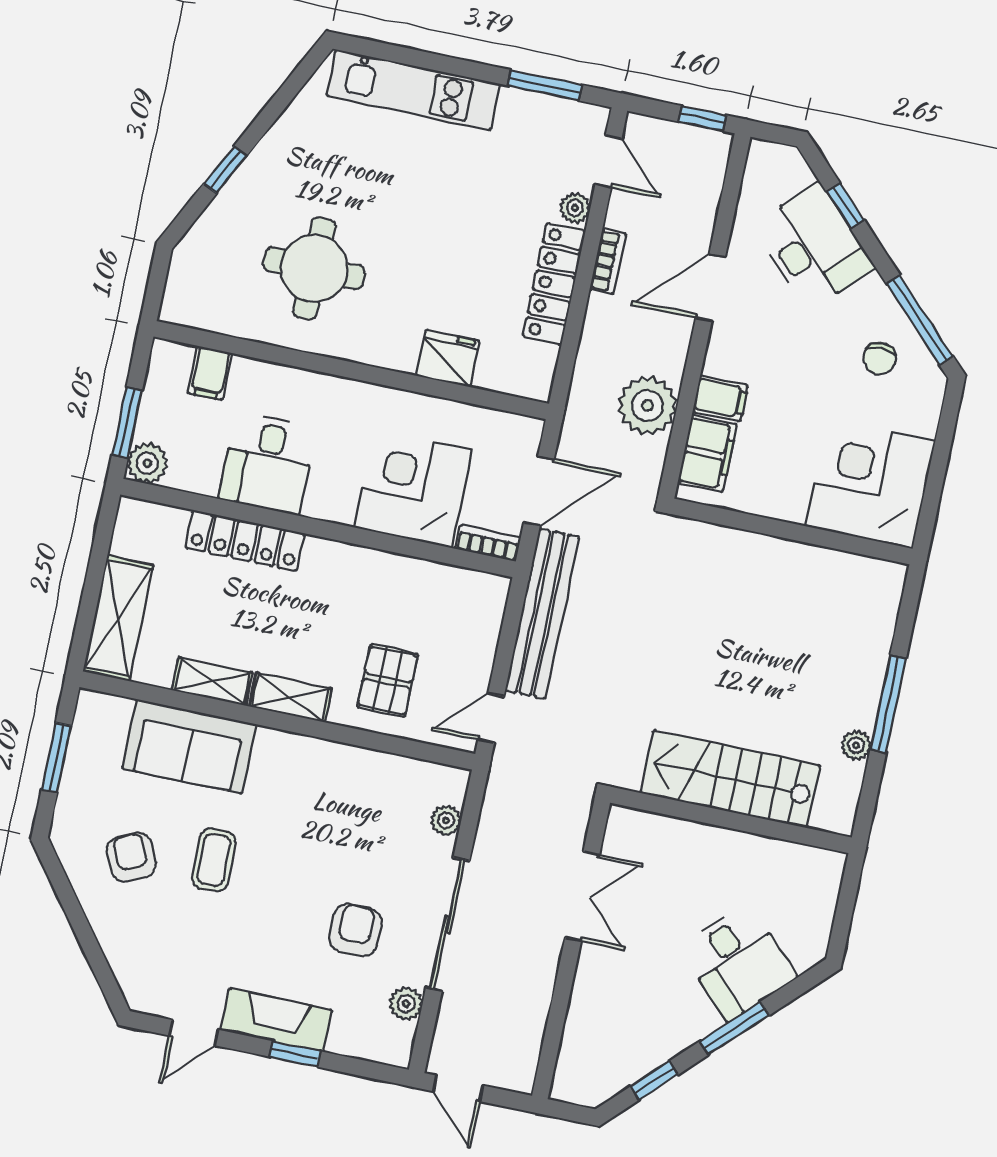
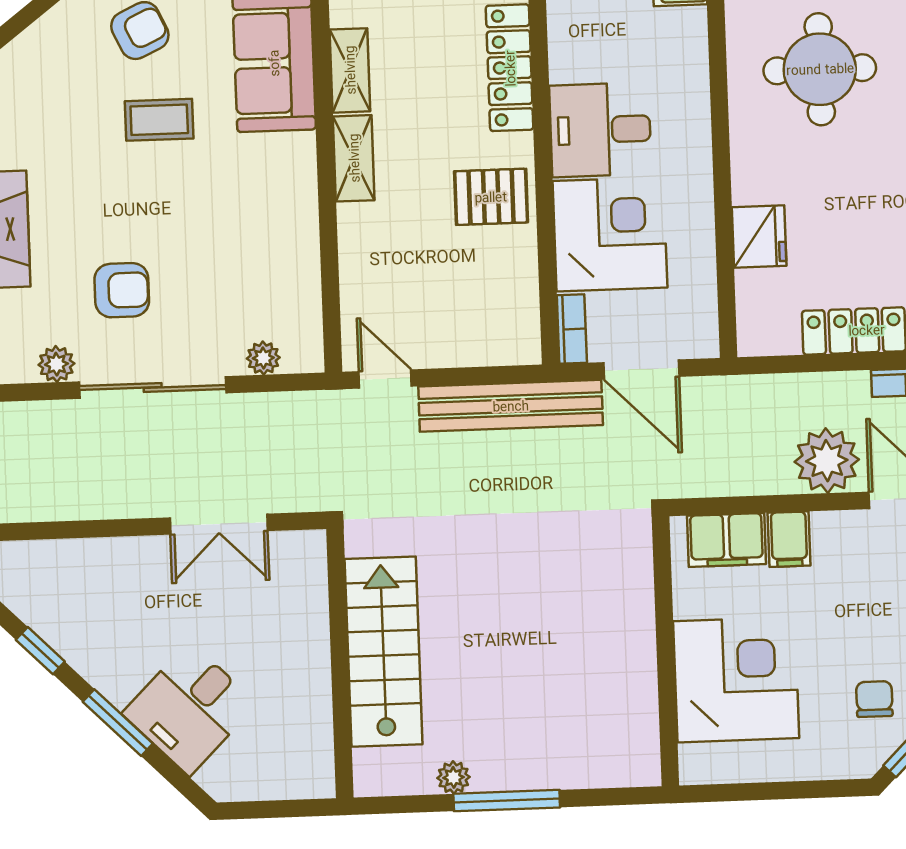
chair: (880, 358) -> (874, 699), turned 90
plant: (647, 405) -> (827, 461), moved
desk: (267, 463) -> (600, 130), moved
corner desk: (870, 484) -> (736, 680), moved
pallet: (388, 680) -> (491, 197), moved

